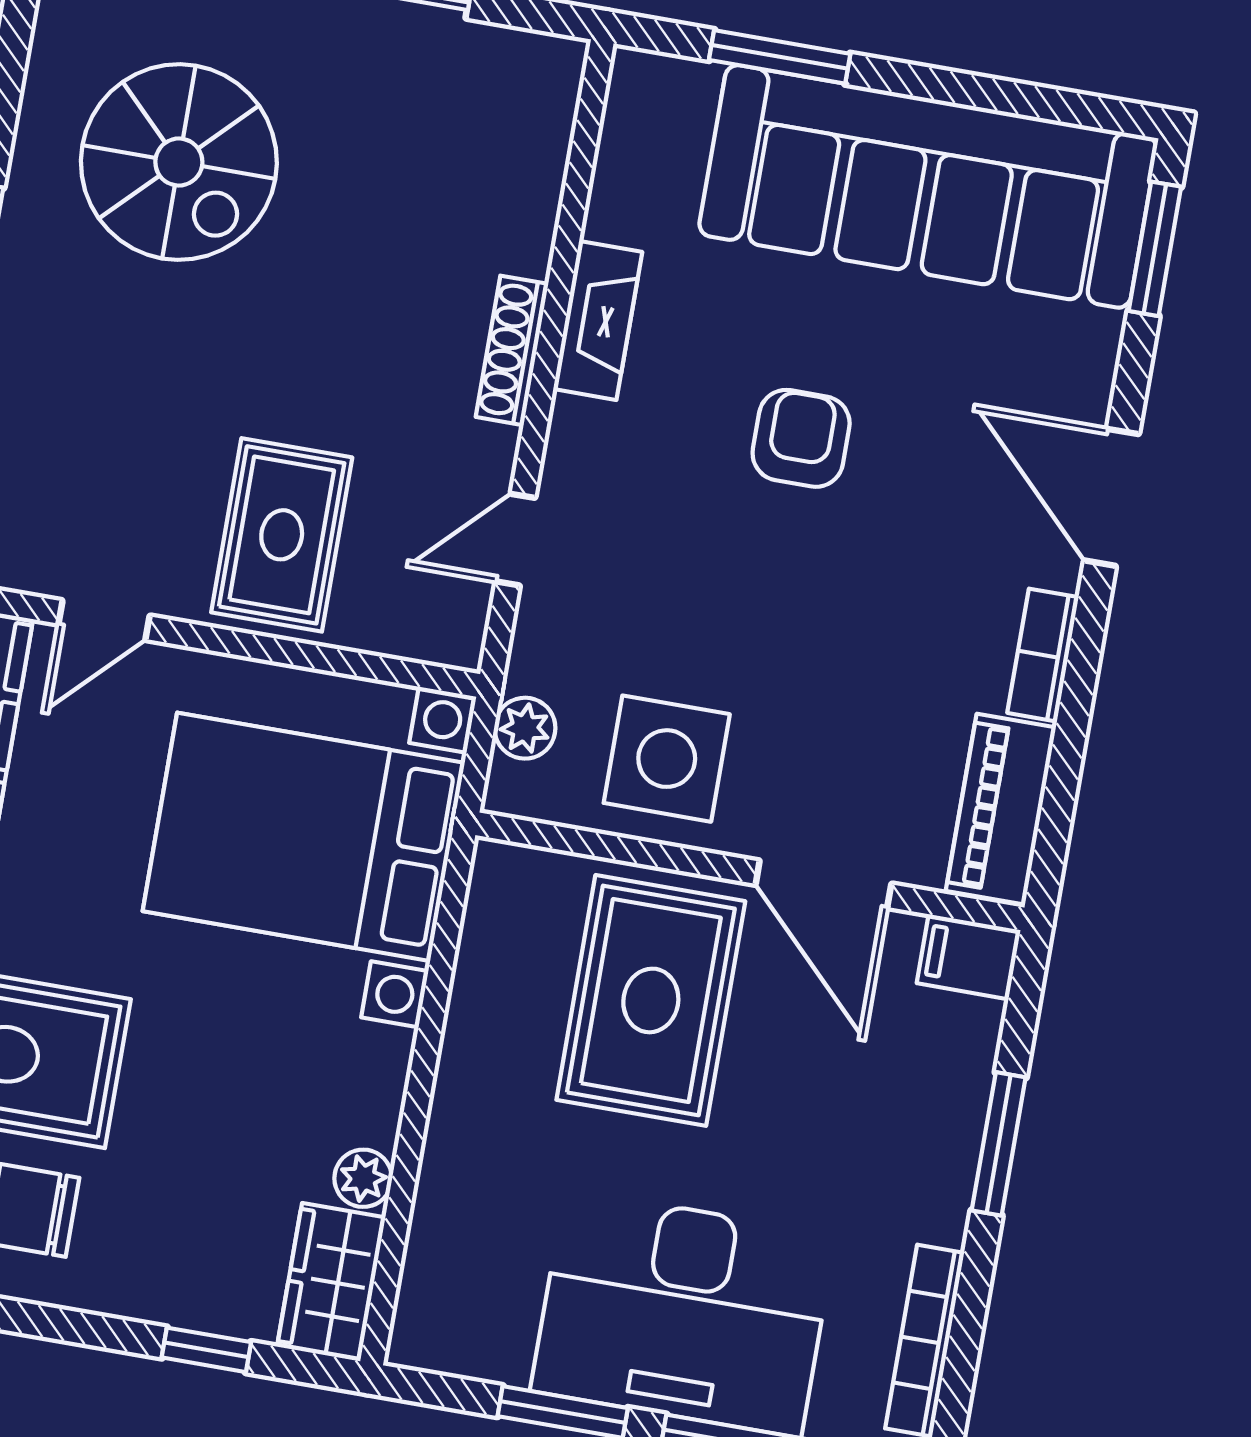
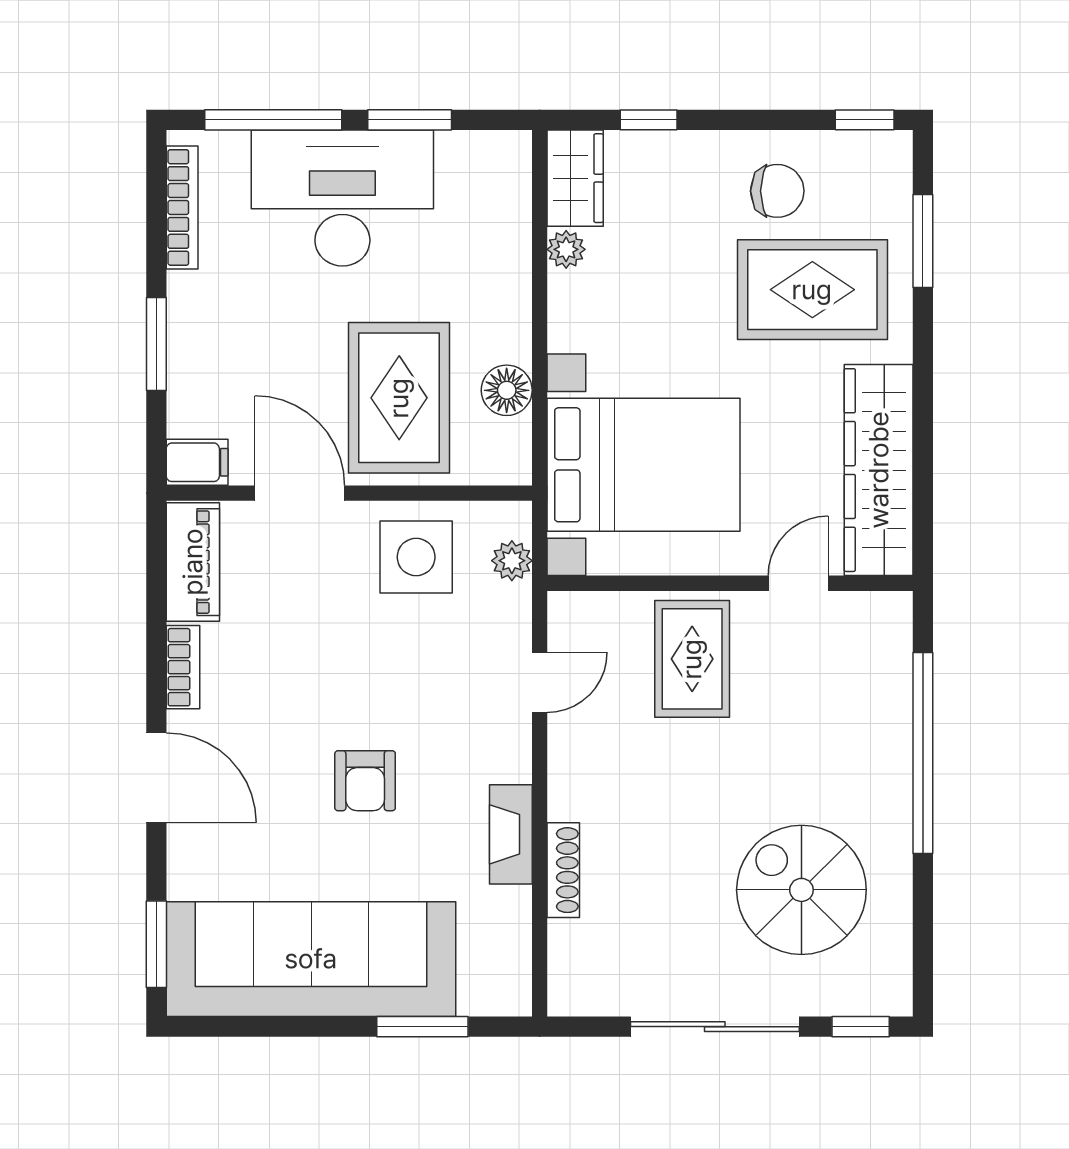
shoe rack: (512, 350) -> (563, 870), moved
floor lamp: (488, 984) -> (507, 390), added

